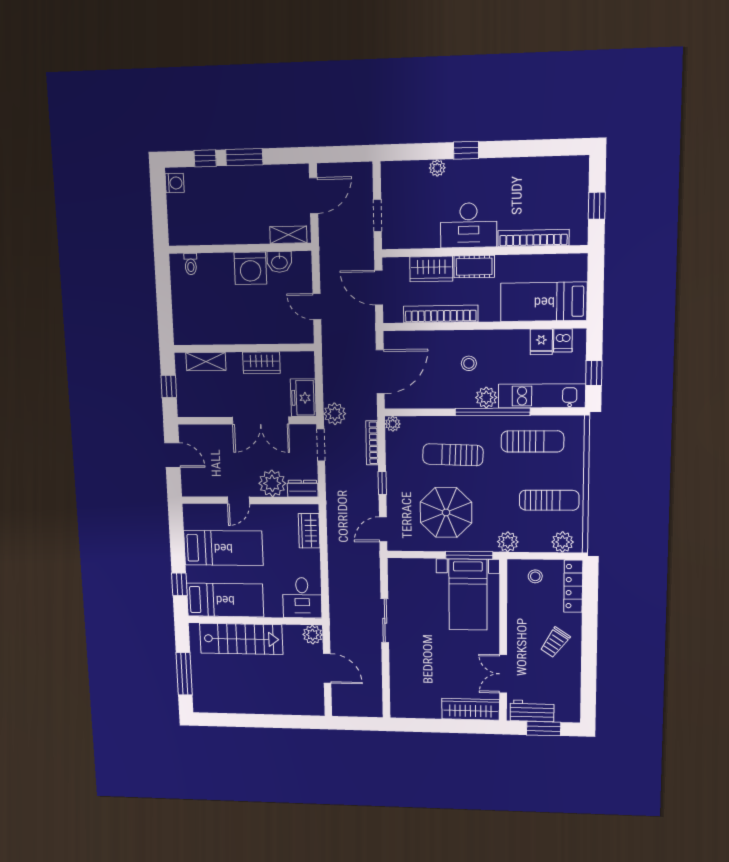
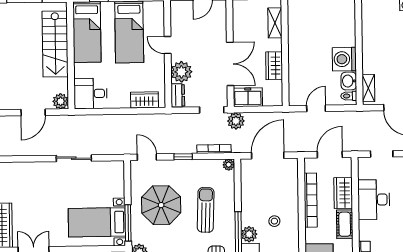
desk: (469, 225) -> (374, 200), moved
toilet: (191, 264) -> (349, 96), moved
door: (380, 372) -> (268, 155), swing flipped
double door: (260, 421) -> (230, 64), swing flipped

